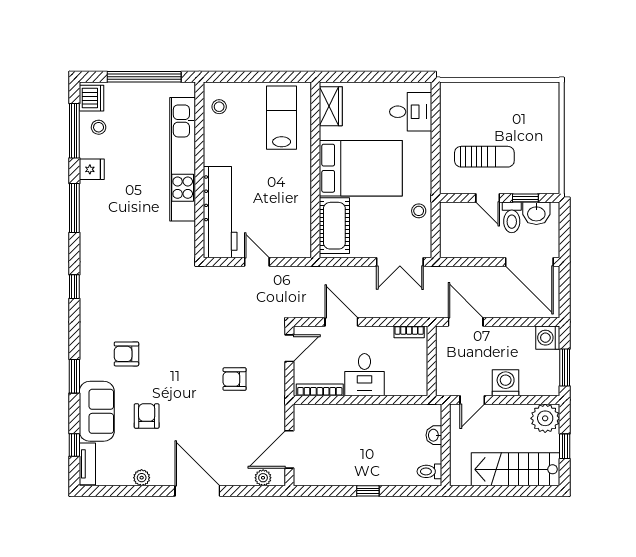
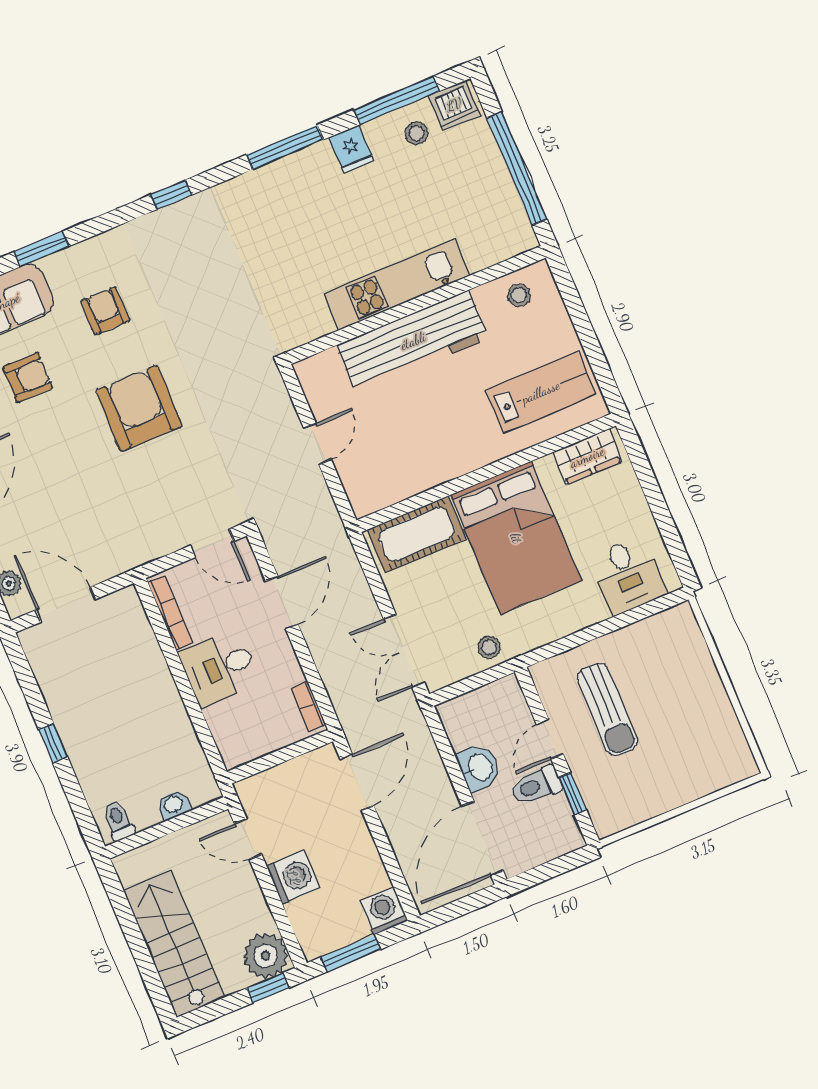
kitchen unit: (183, 159) -> (397, 284), width x0.73
workbench: (220, 212) -> (413, 341), moved
washbasin: (536, 213) -> (479, 767), moved, turned 180
armchair: (235, 379) -> (139, 408), moved, width x1.88, depth x1.88
window: (565, 446) -> (268, 988), moved

